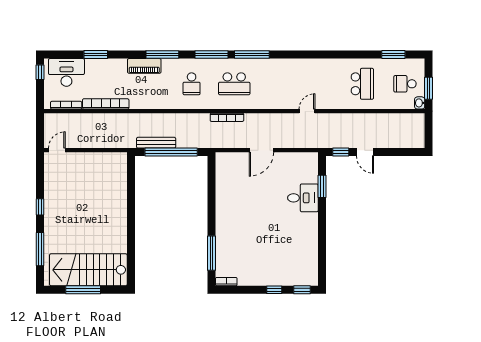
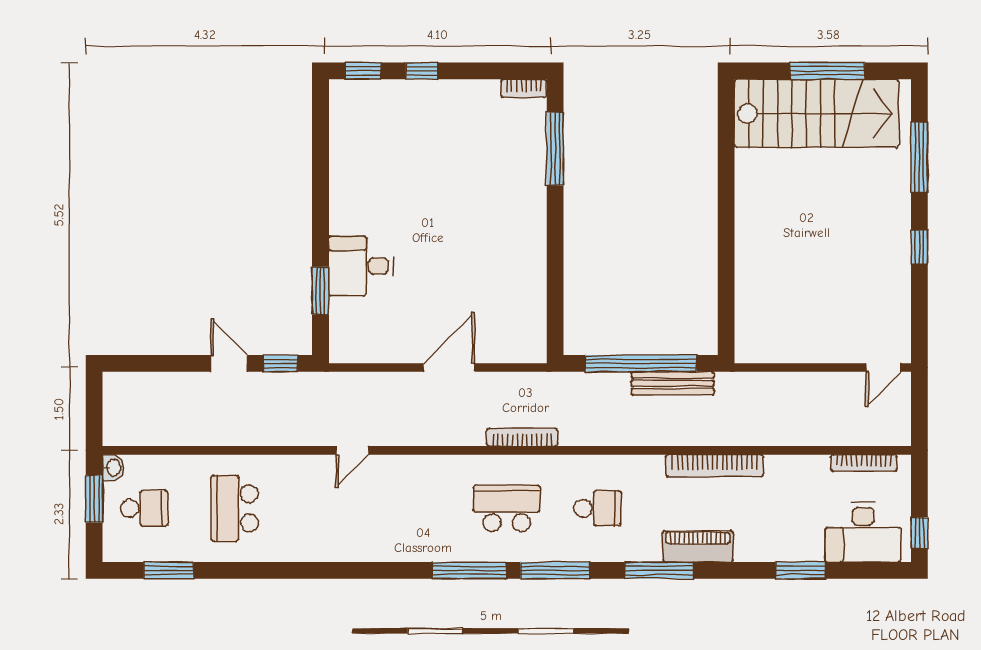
school desk: (192, 84) -> (597, 508), turned 90
bookcase: (106, 104) -> (715, 466), moved

